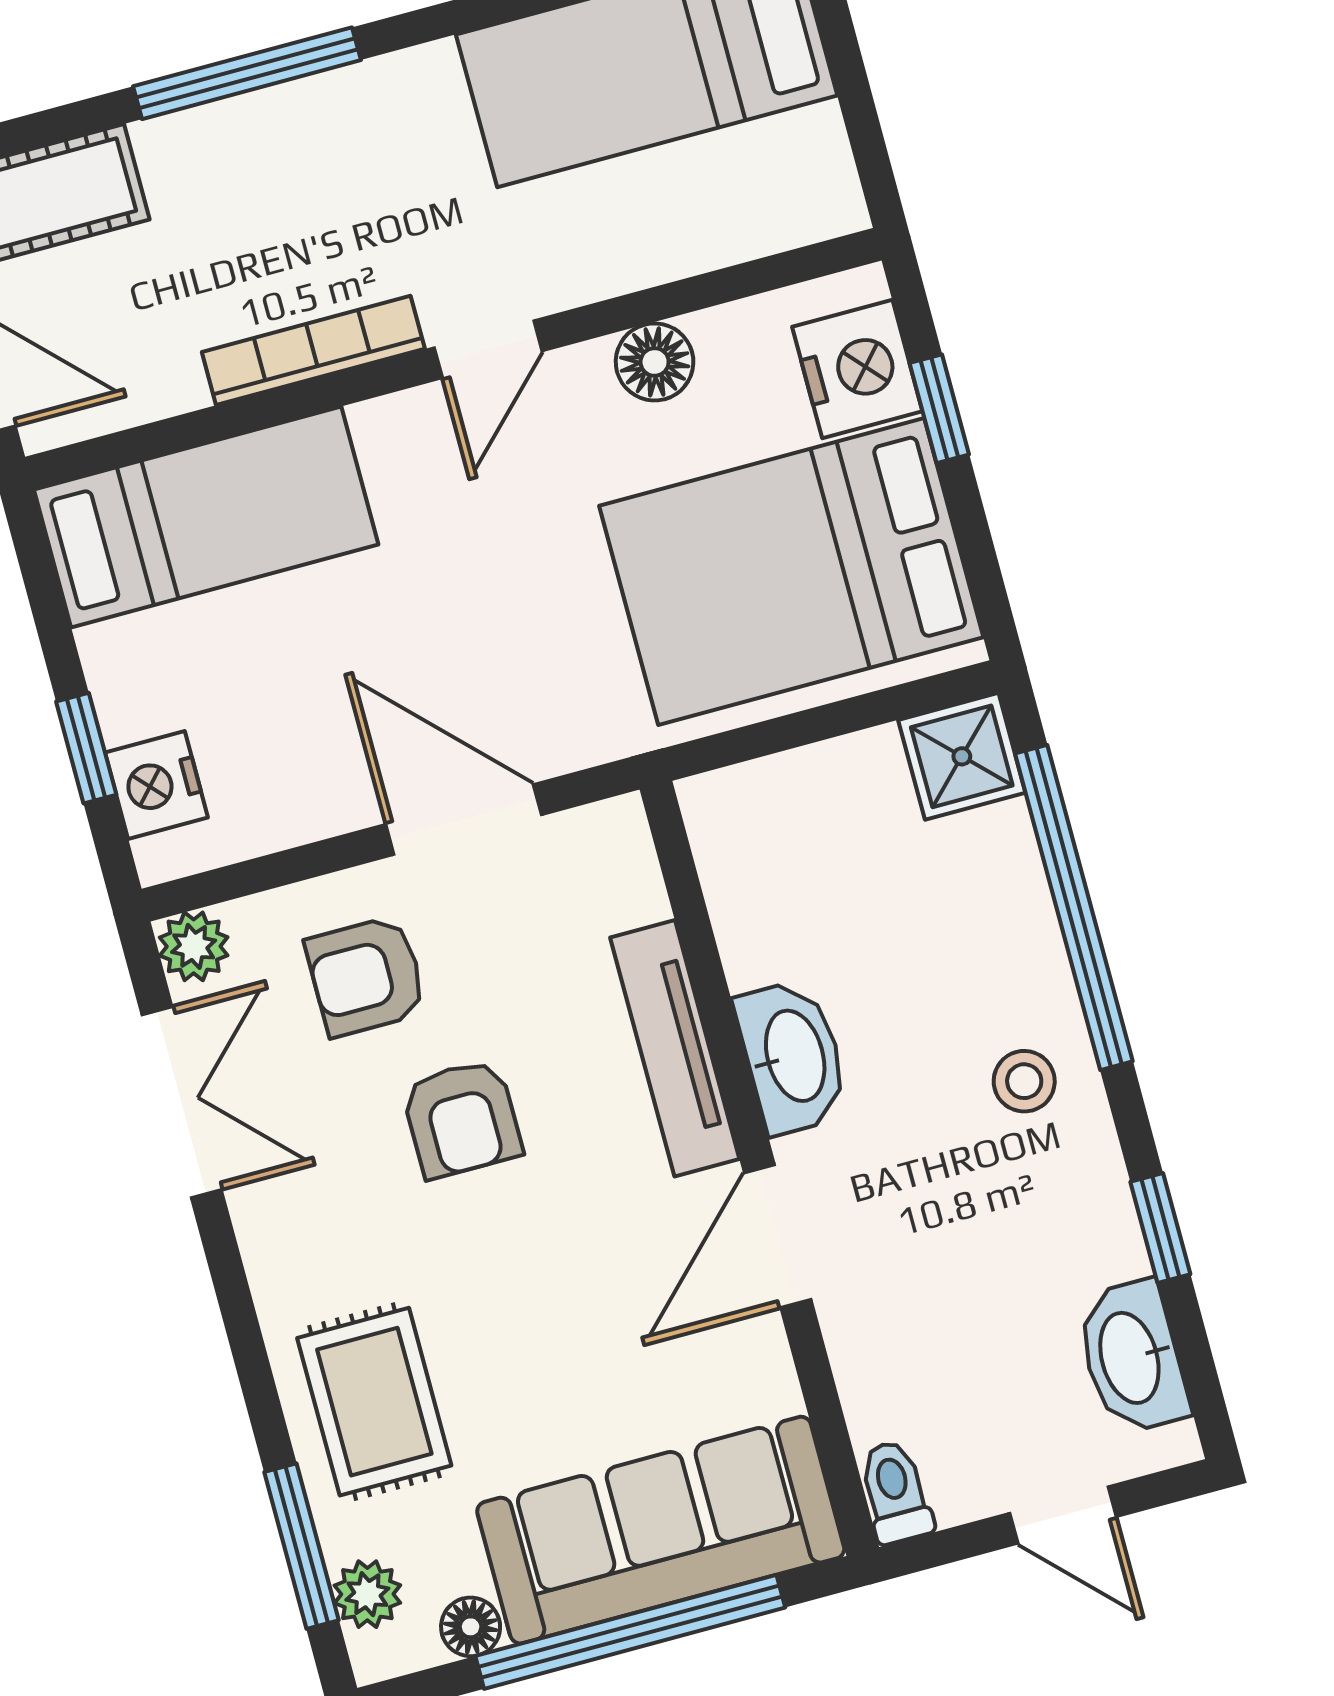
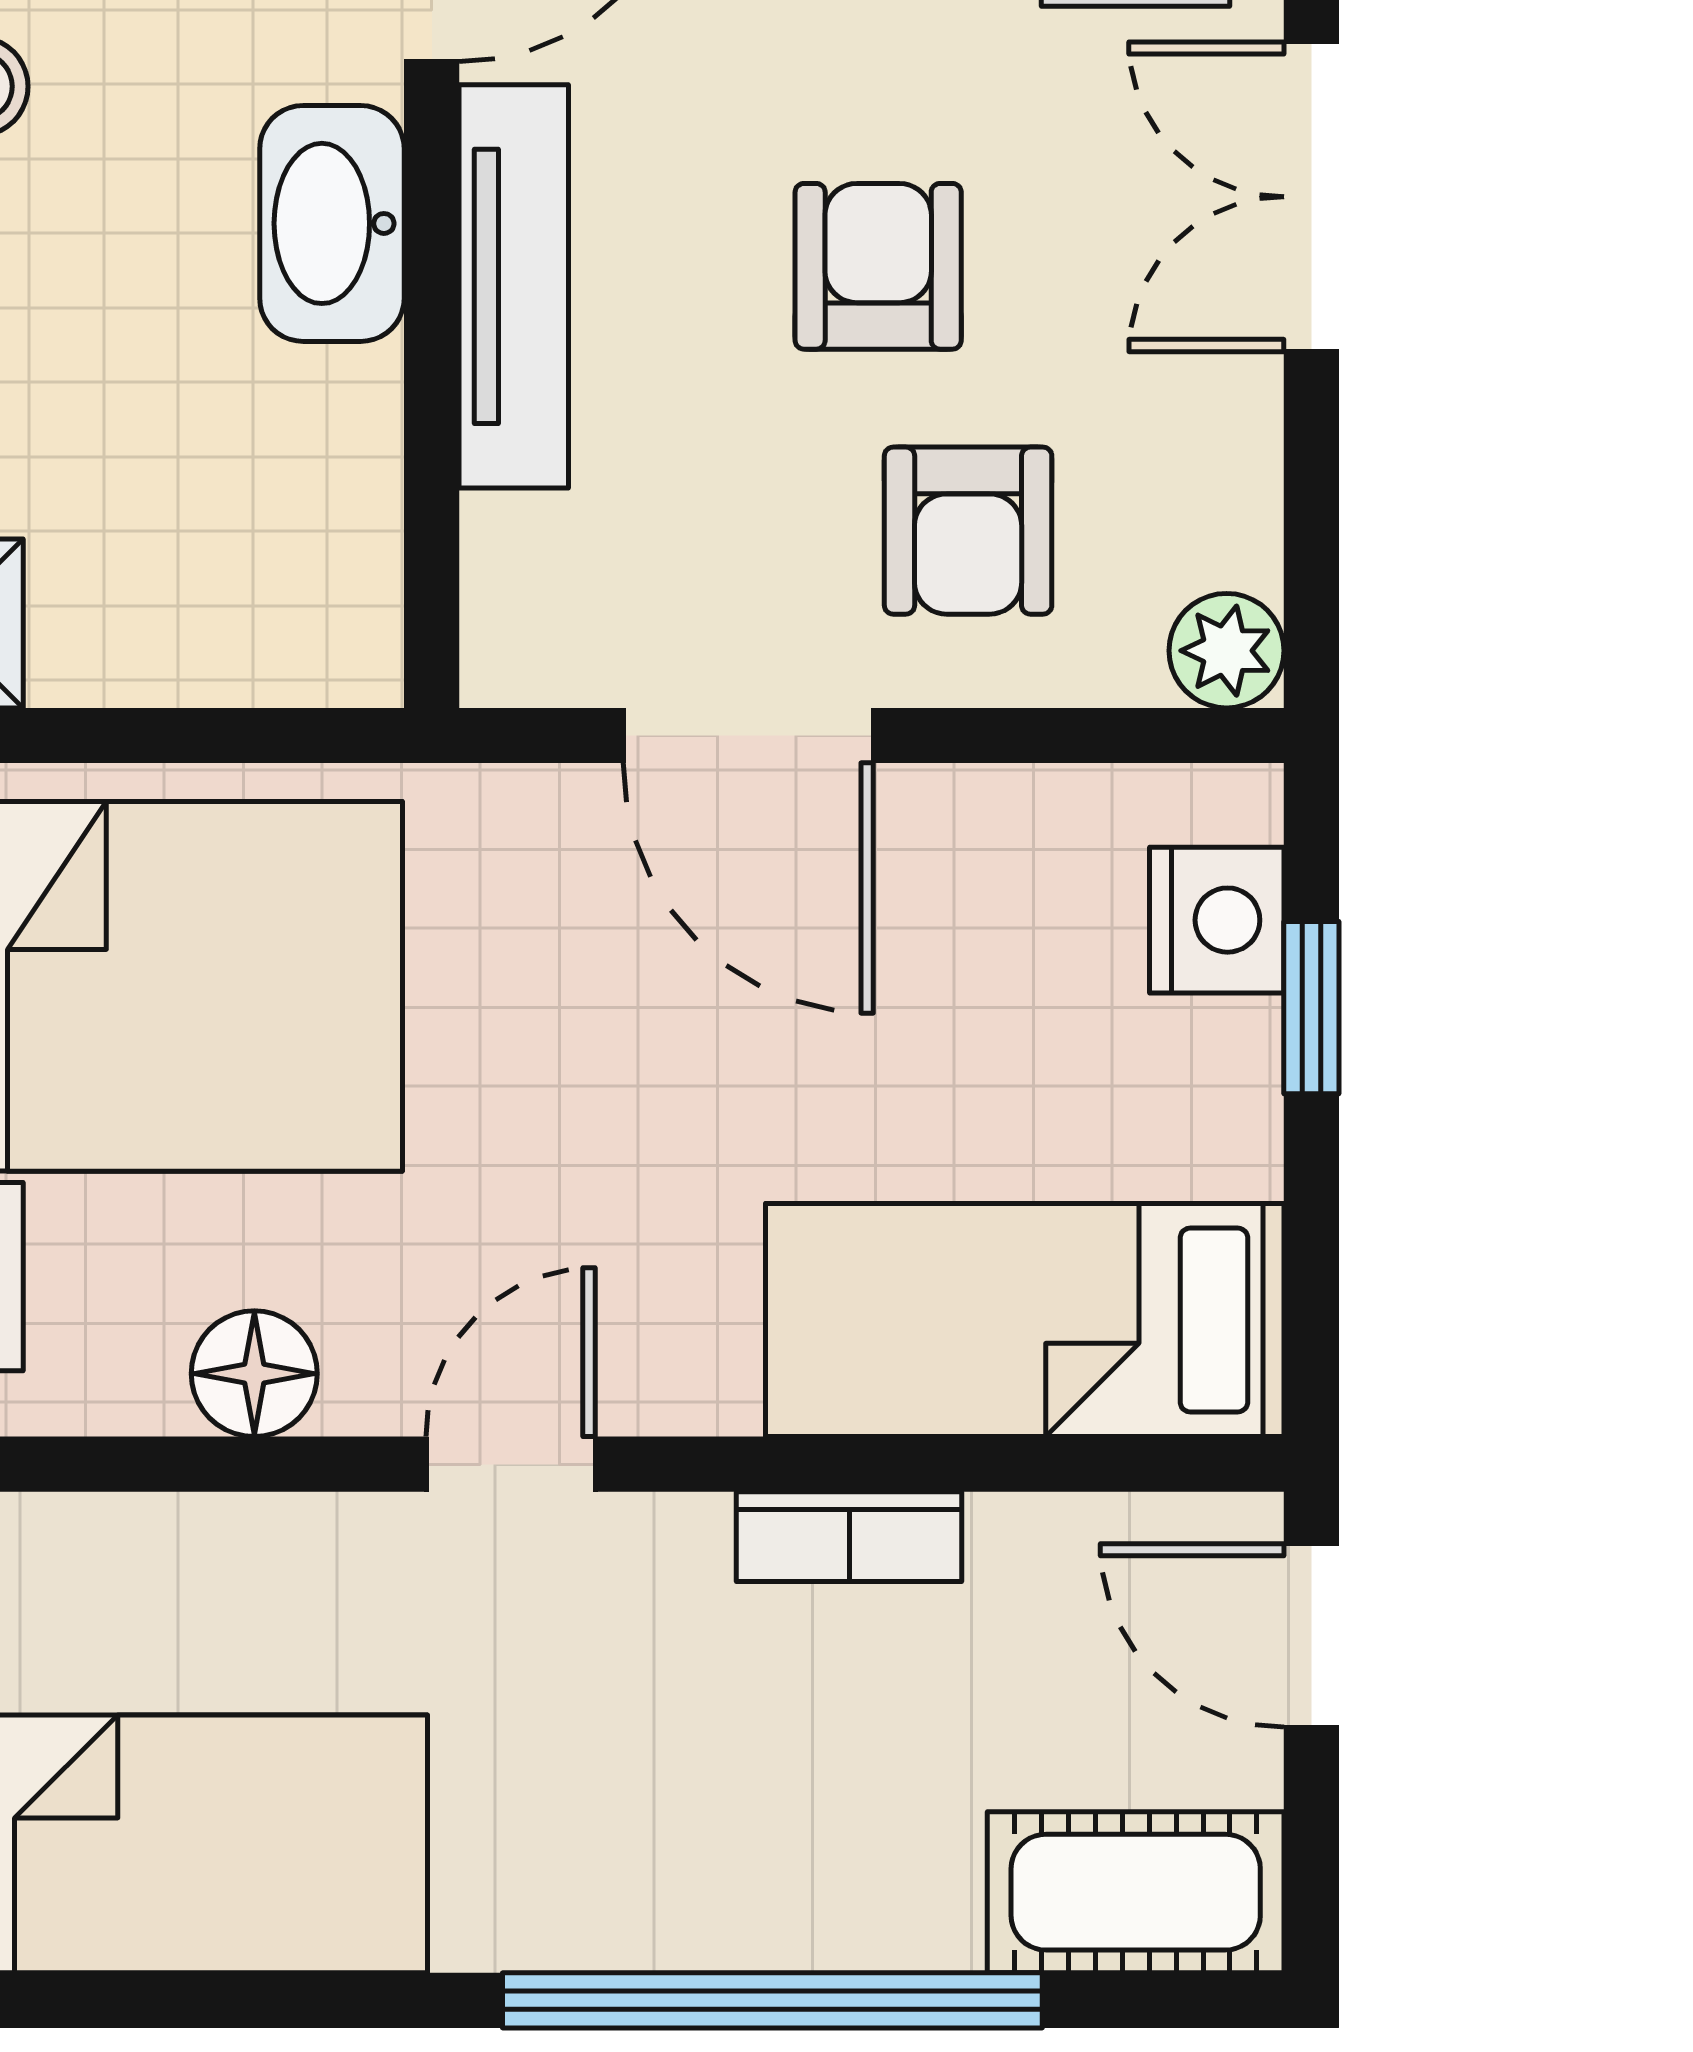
window: (247, 73) -> (772, 2000), width x1.46
bookcase: (313, 350) -> (849, 1537), width x0.64
armchair: (366, 976) -> (968, 531), turned 90
double door: (182, 1102) -> (1311, 197), moved

